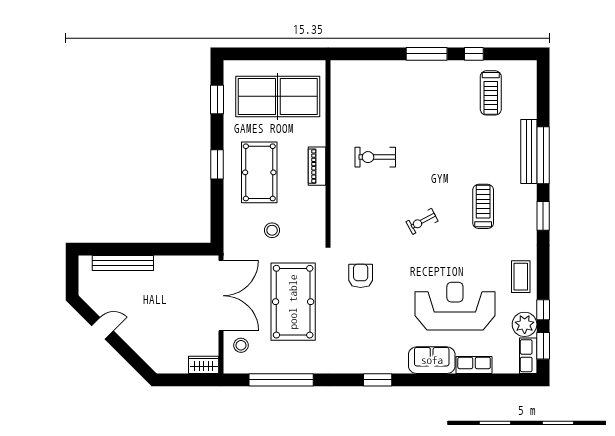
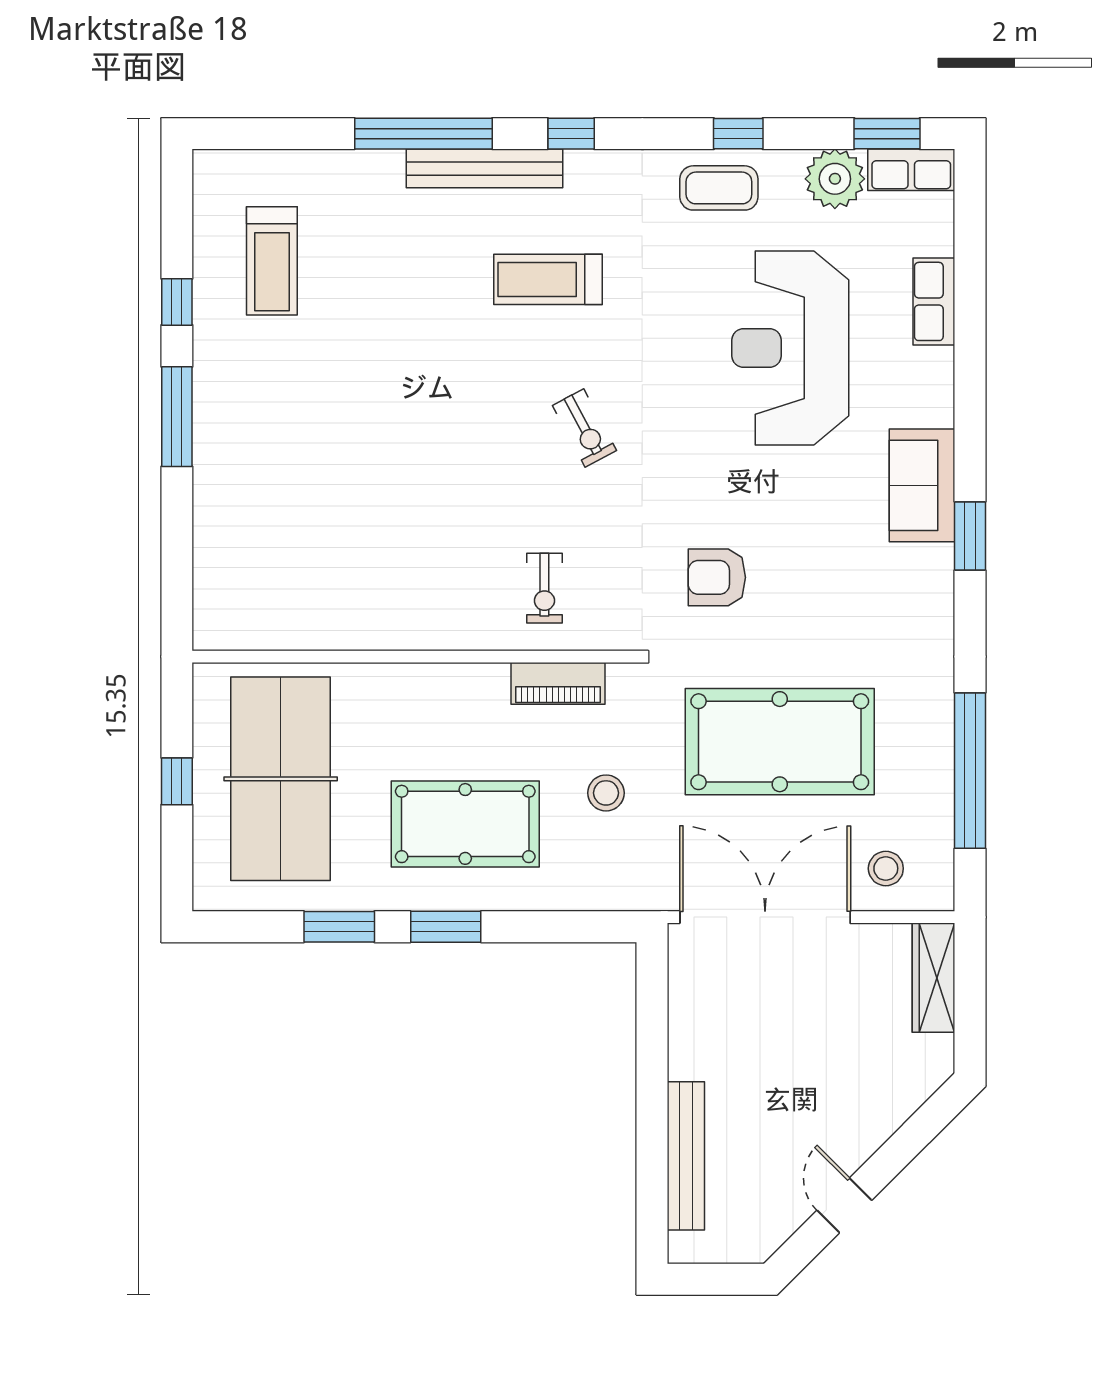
window: (277, 54) -> (177, 781), added
treadmill: (491, 93) -> (272, 261), turned 90
window: (217, 100) -> (339, 927), moved
bench: (529, 152) -> (485, 168), moved
exercise bike: (375, 157) -> (544, 588), moved, width x0.73, depth x0.72
piano: (317, 166) -> (558, 683), moved
window: (543, 216) -> (571, 134), width x0.67
window: (543, 310) -> (738, 134), moved
sofa: (432, 360) -> (922, 485), moved
wardrobe: (204, 365) -> (934, 978), width x1.50

